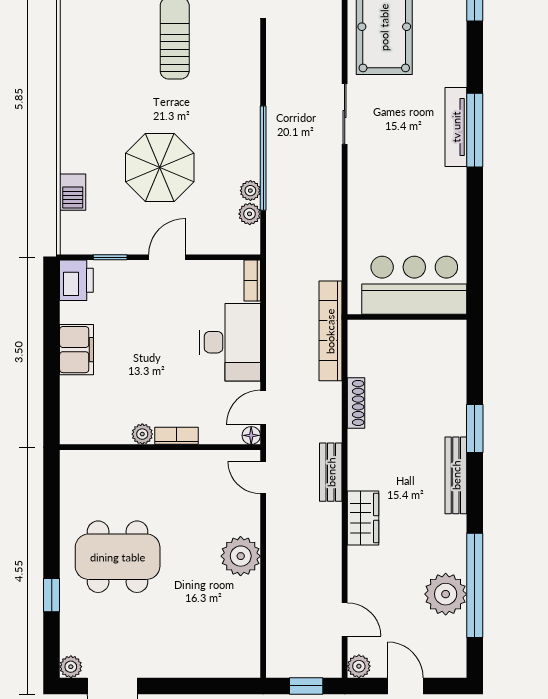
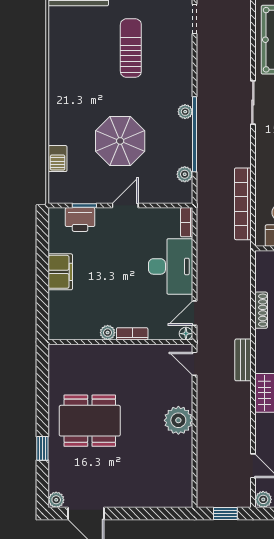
plant: (250, 191) -> (185, 112), moved
printer: (76, 280) -> (80, 219), moved, turned 90
bookcase: (330, 331) -> (243, 204), moved

